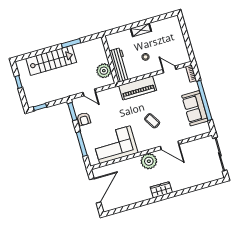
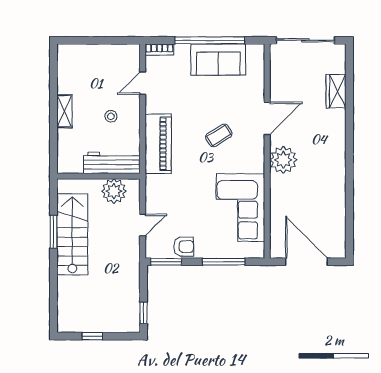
stairs: (51, 60) -> (72, 234), moved
wardrobe: (161, 190) -> (336, 91), moved

